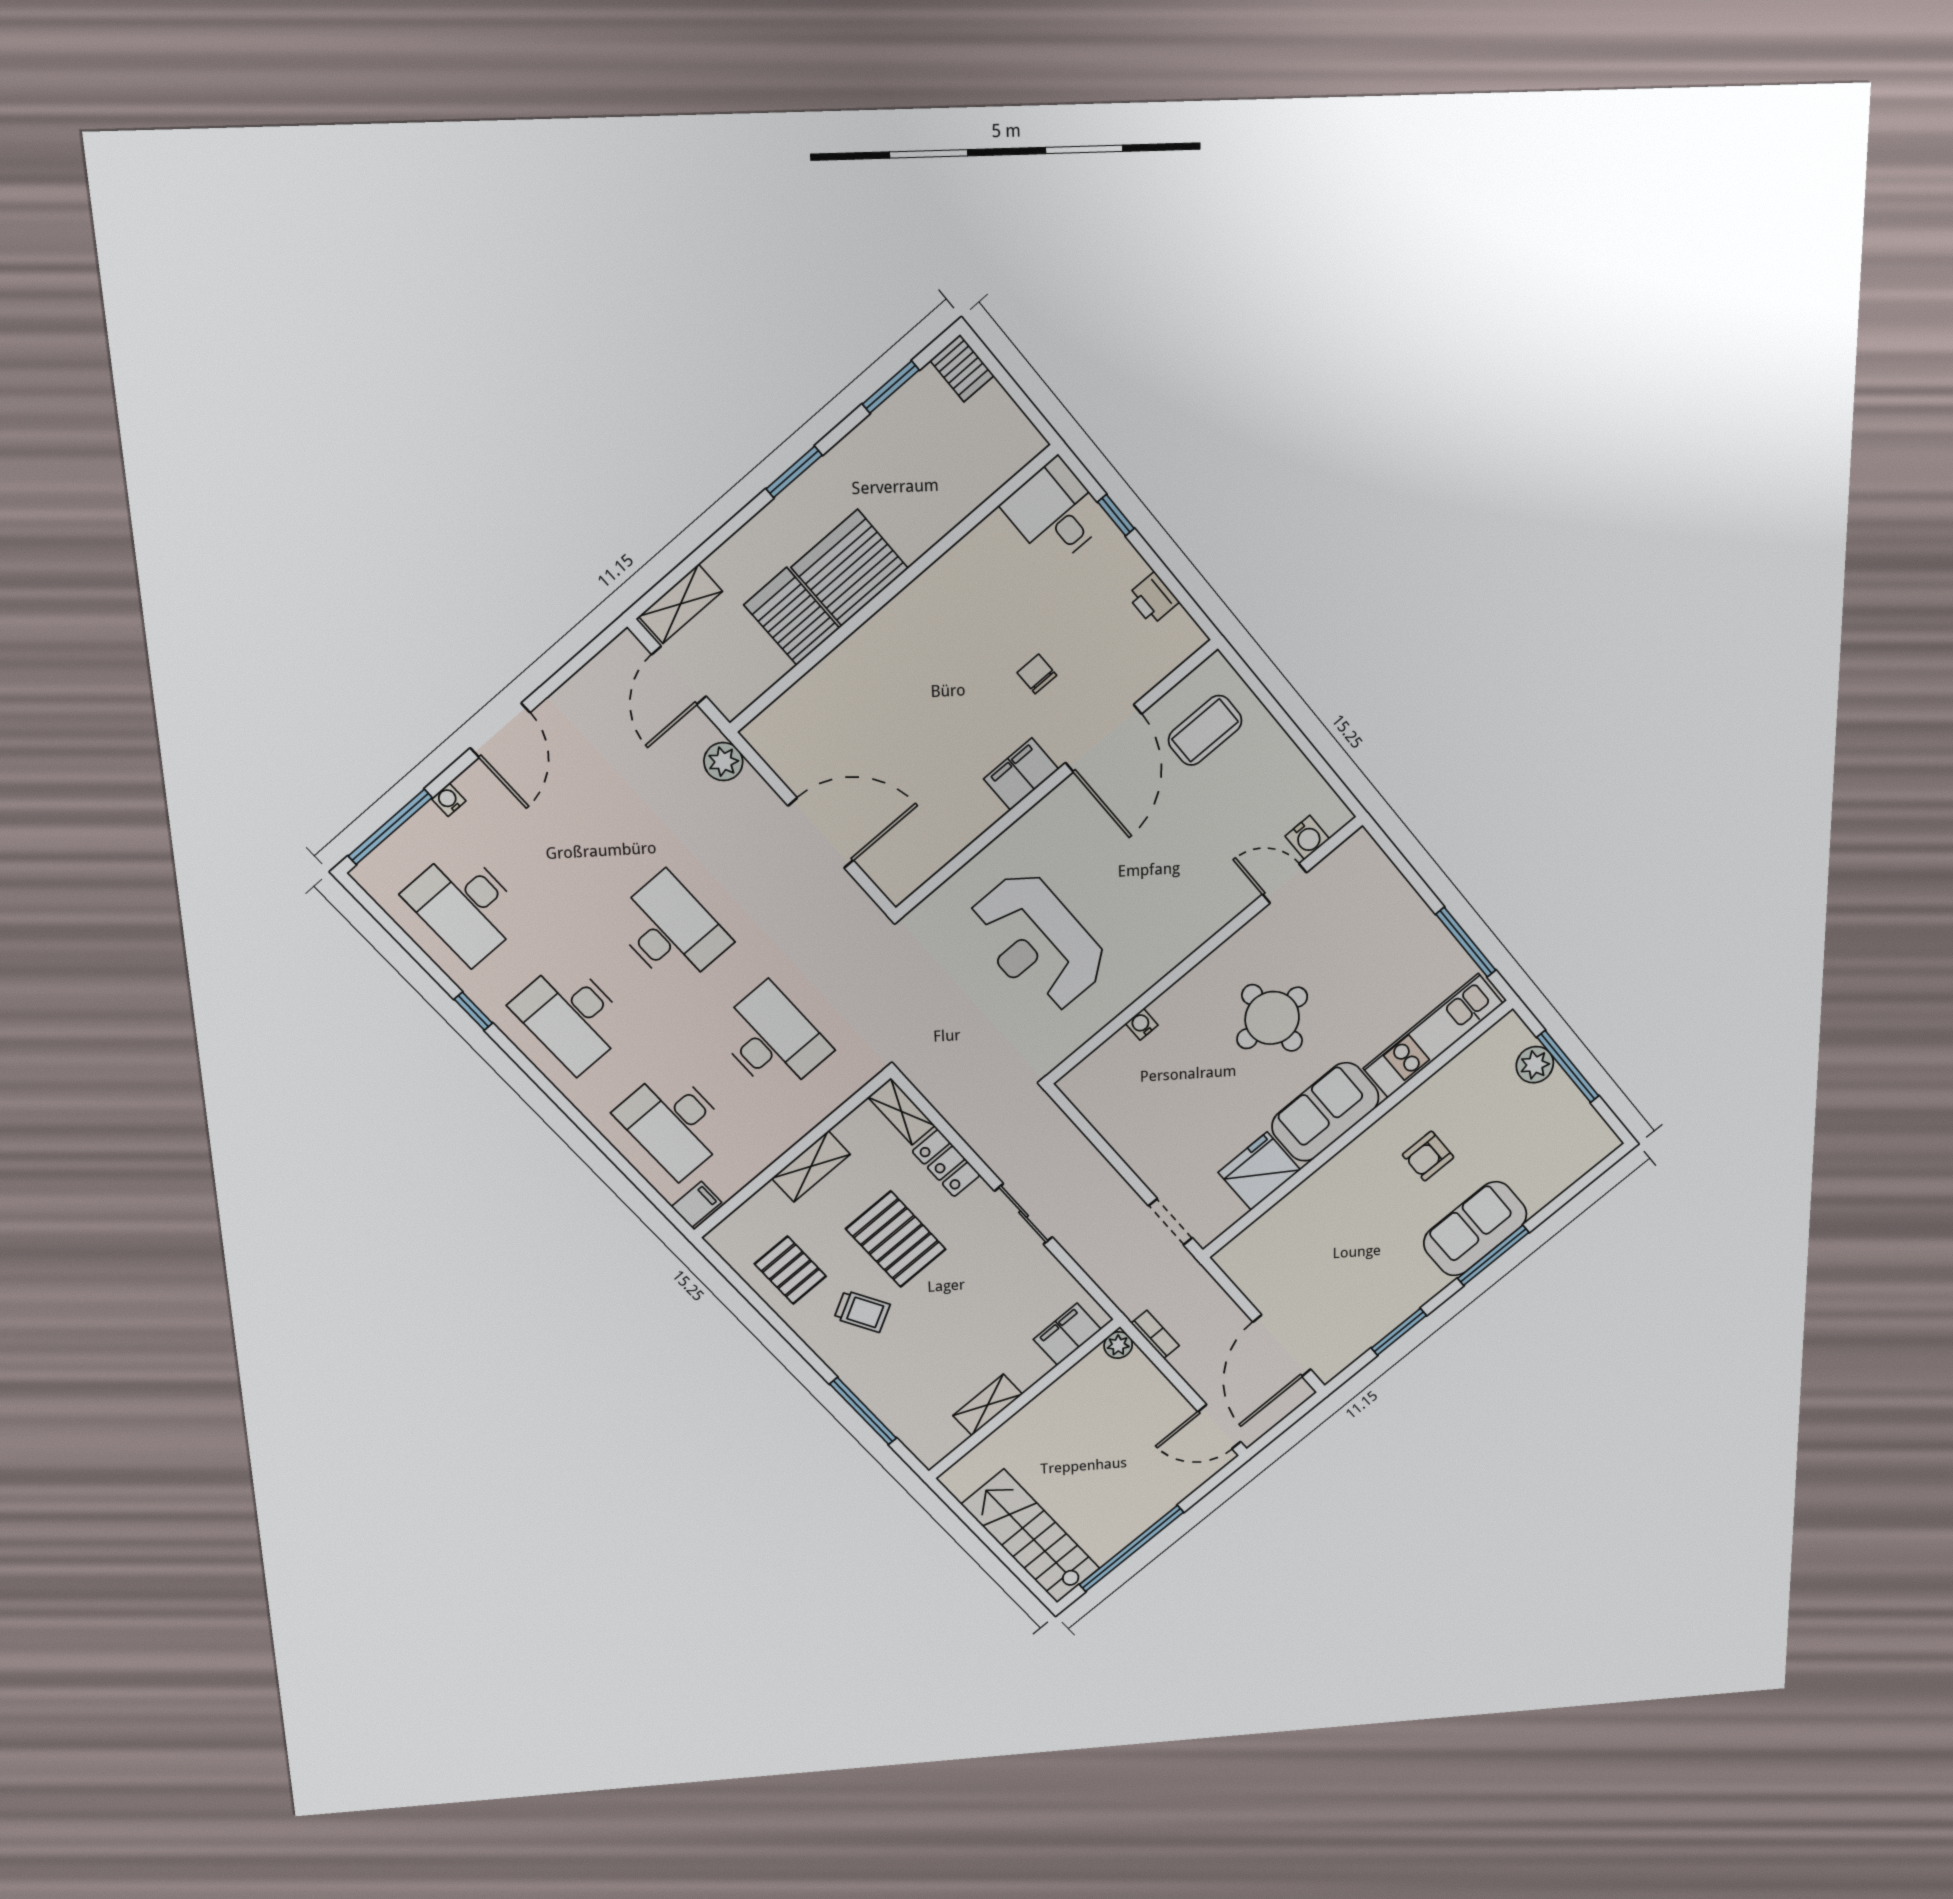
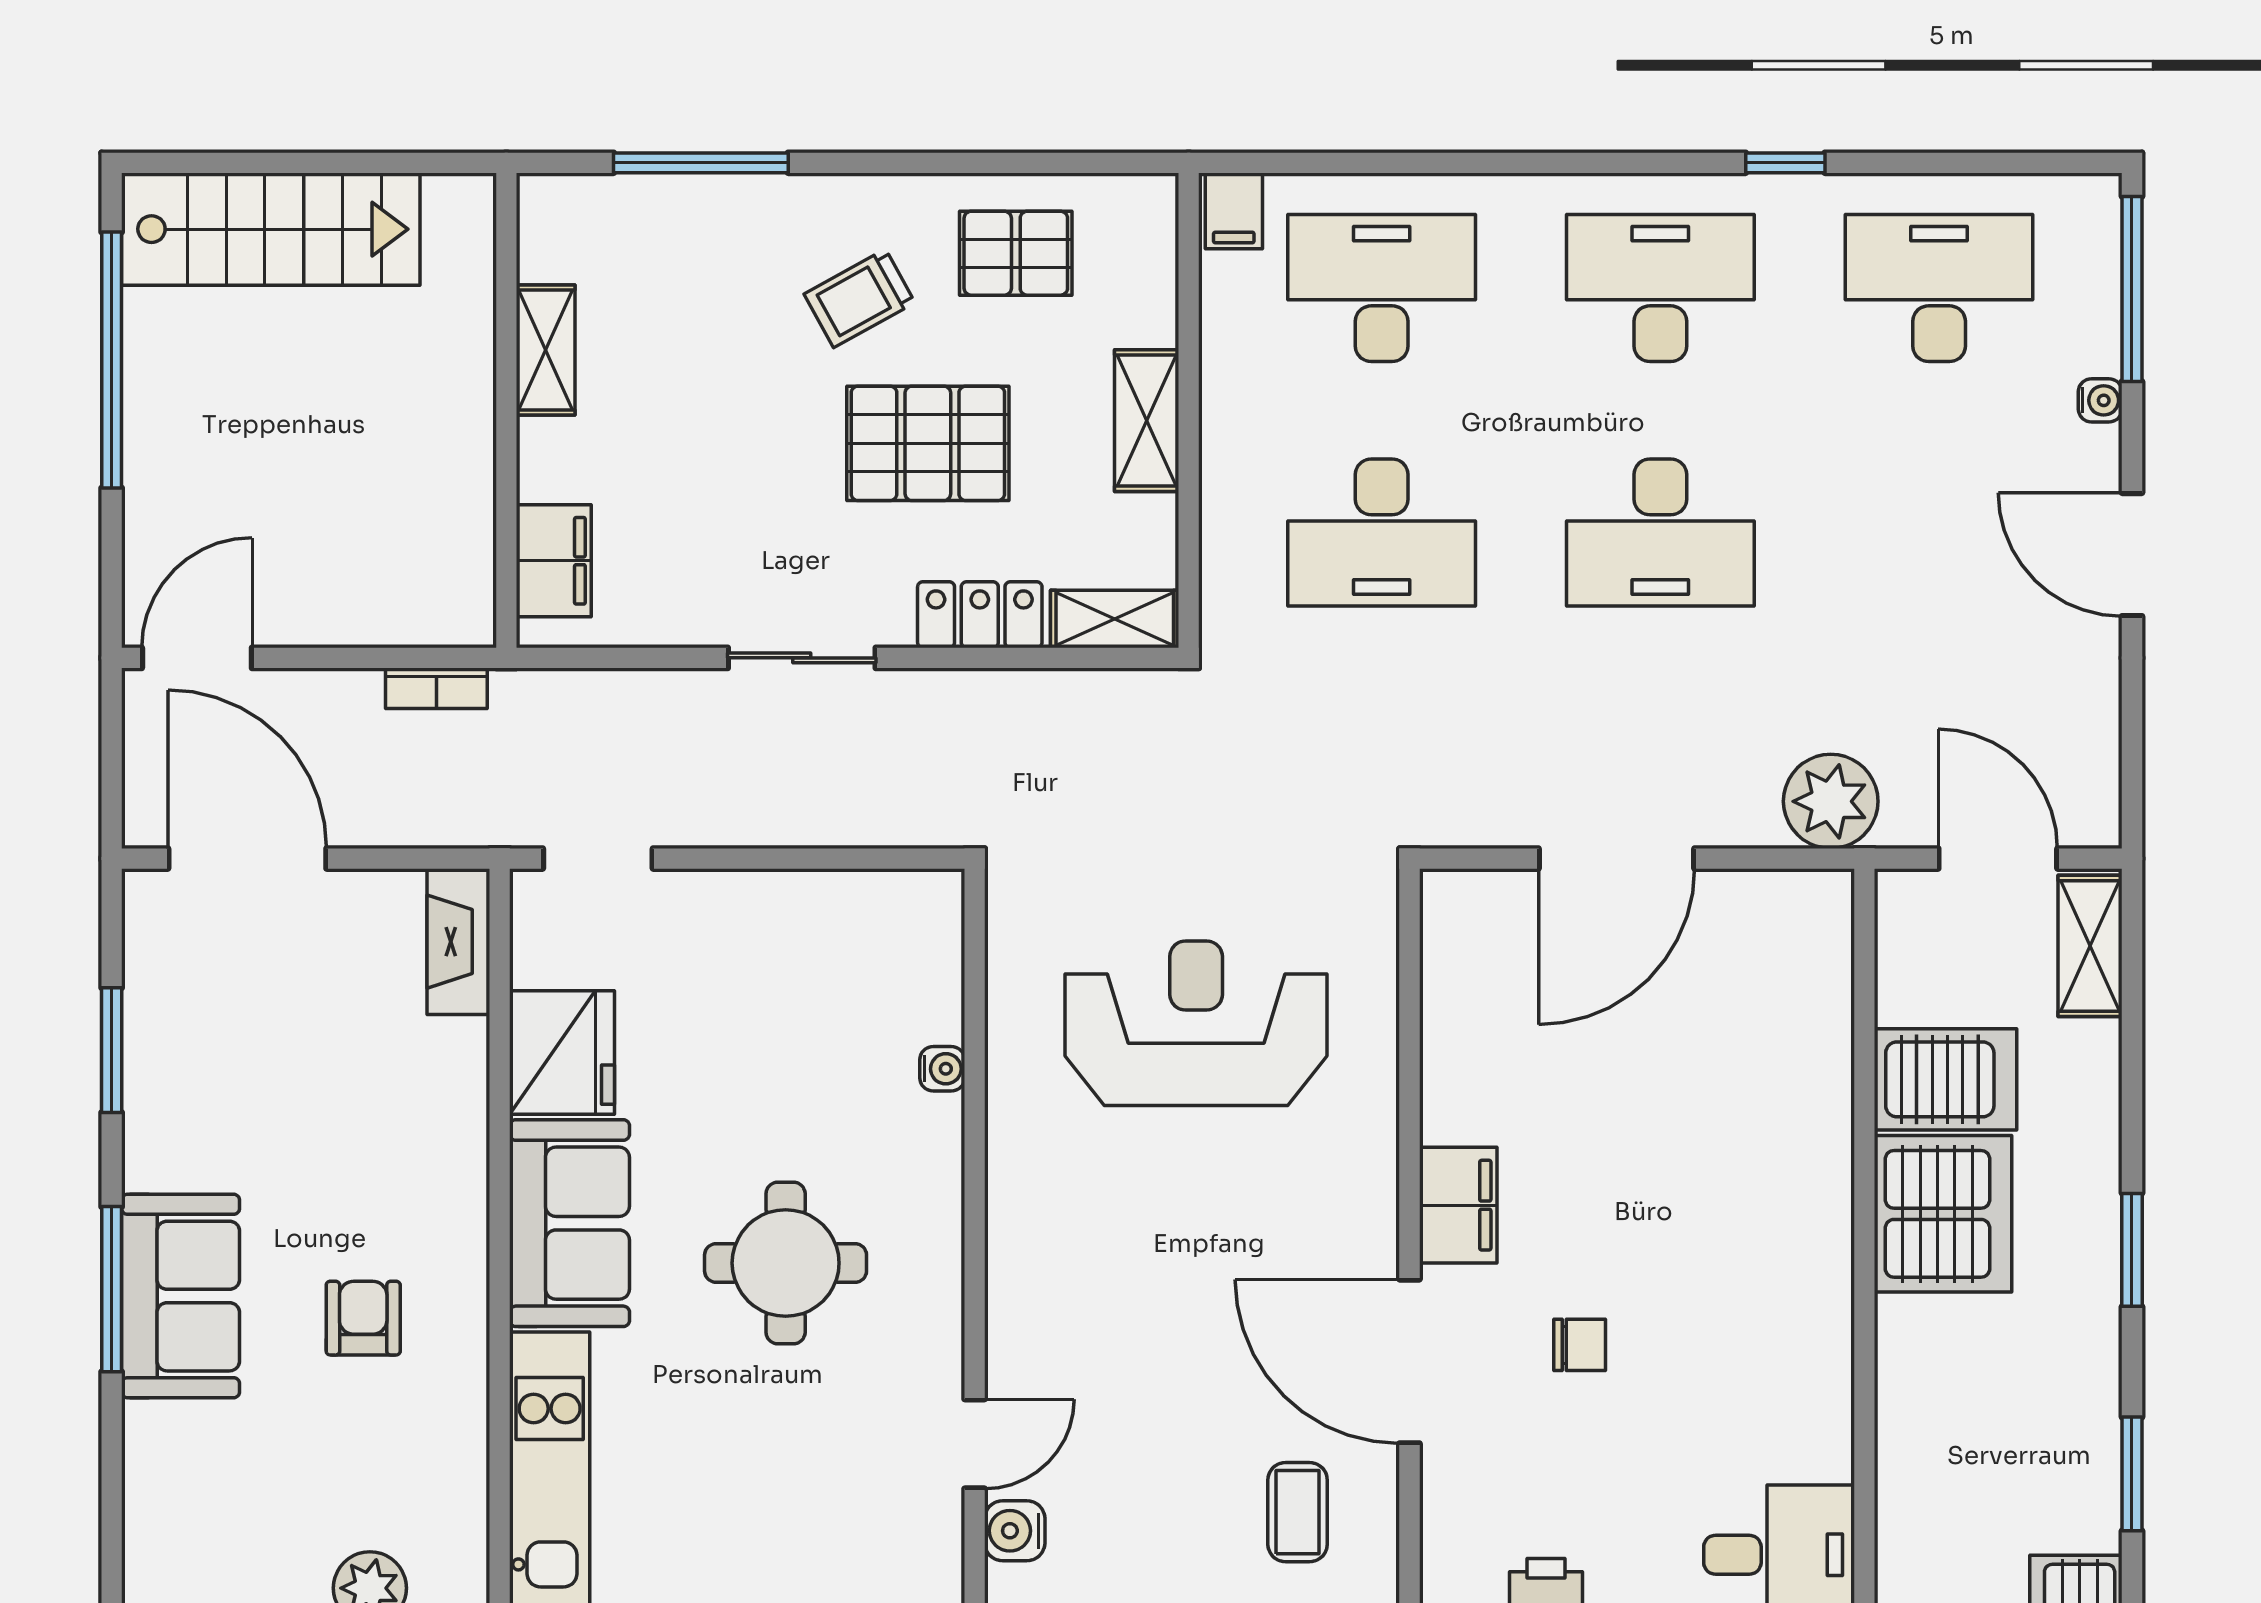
coffee table: (1205, 730) -> (1298, 1512), width x0.73, depth x0.77
plant: (723, 762) -> (1831, 801), width x1.36, depth x1.36
fireplace: (1248, 1245) -> (458, 942), added
plant: (1118, 1345) -> (469, 620), removed

